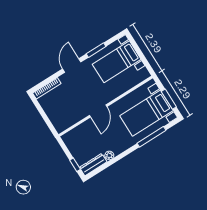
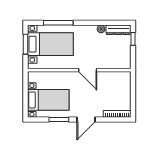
door: (98, 111) -> (88, 70), swing flipped

